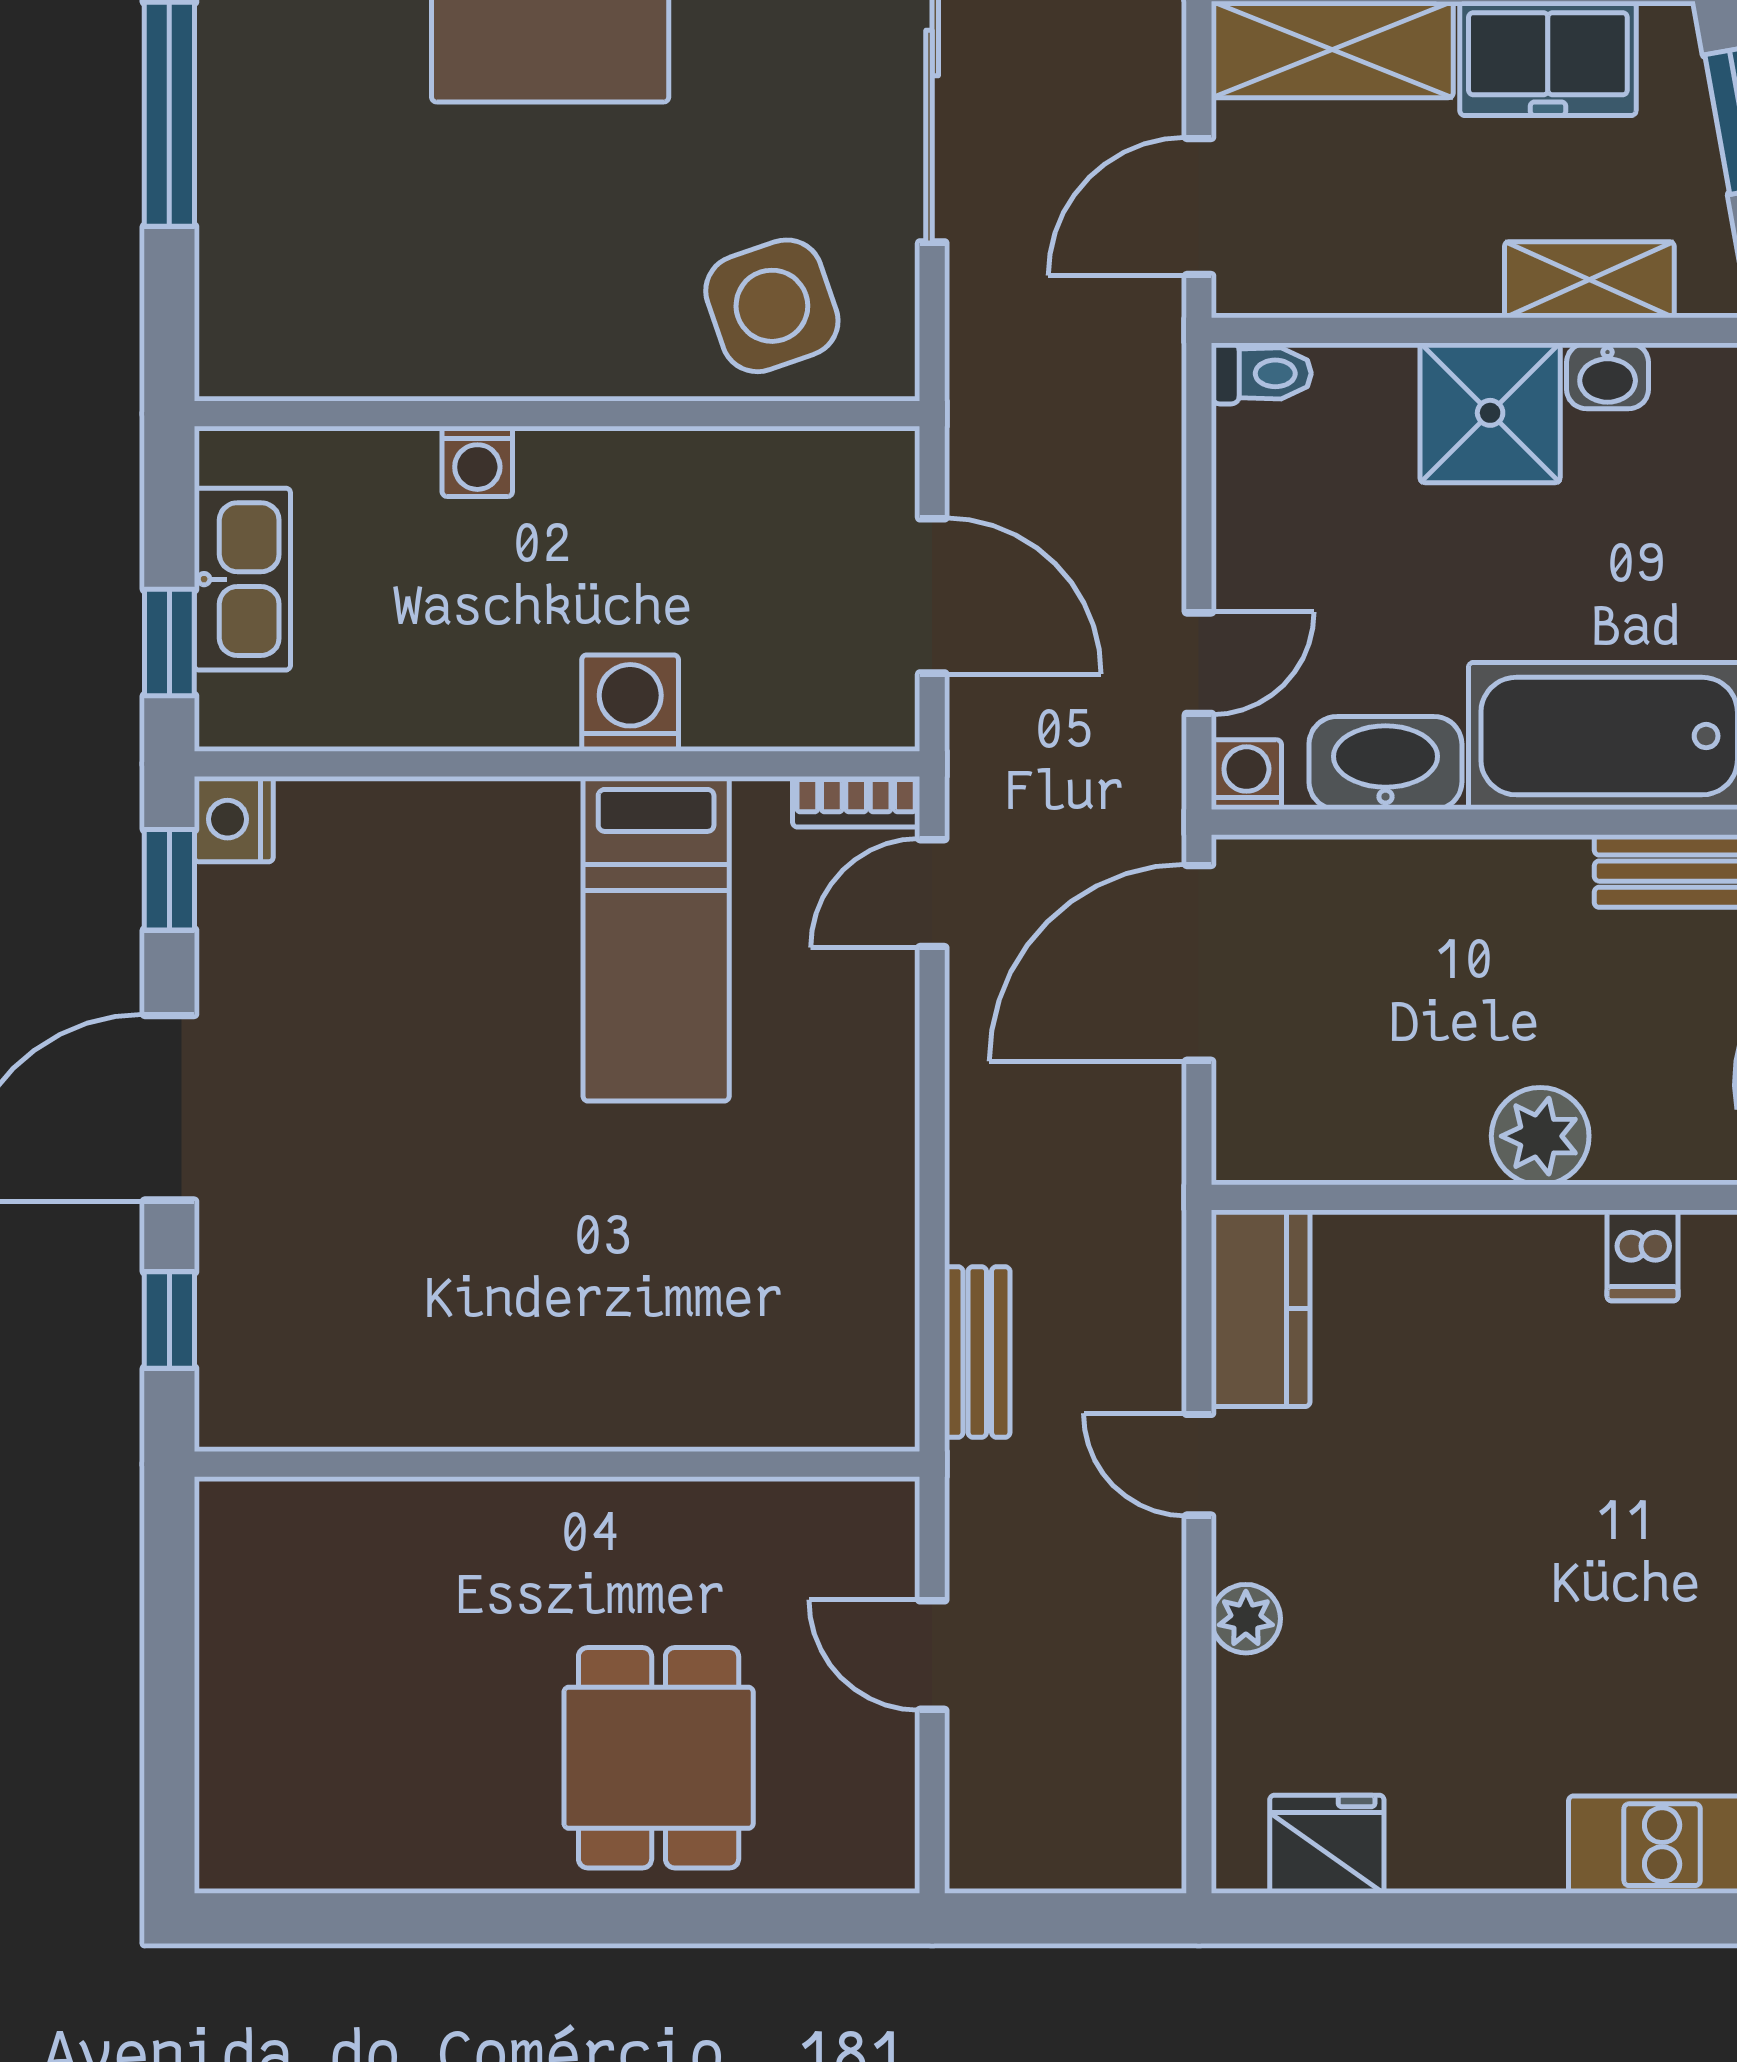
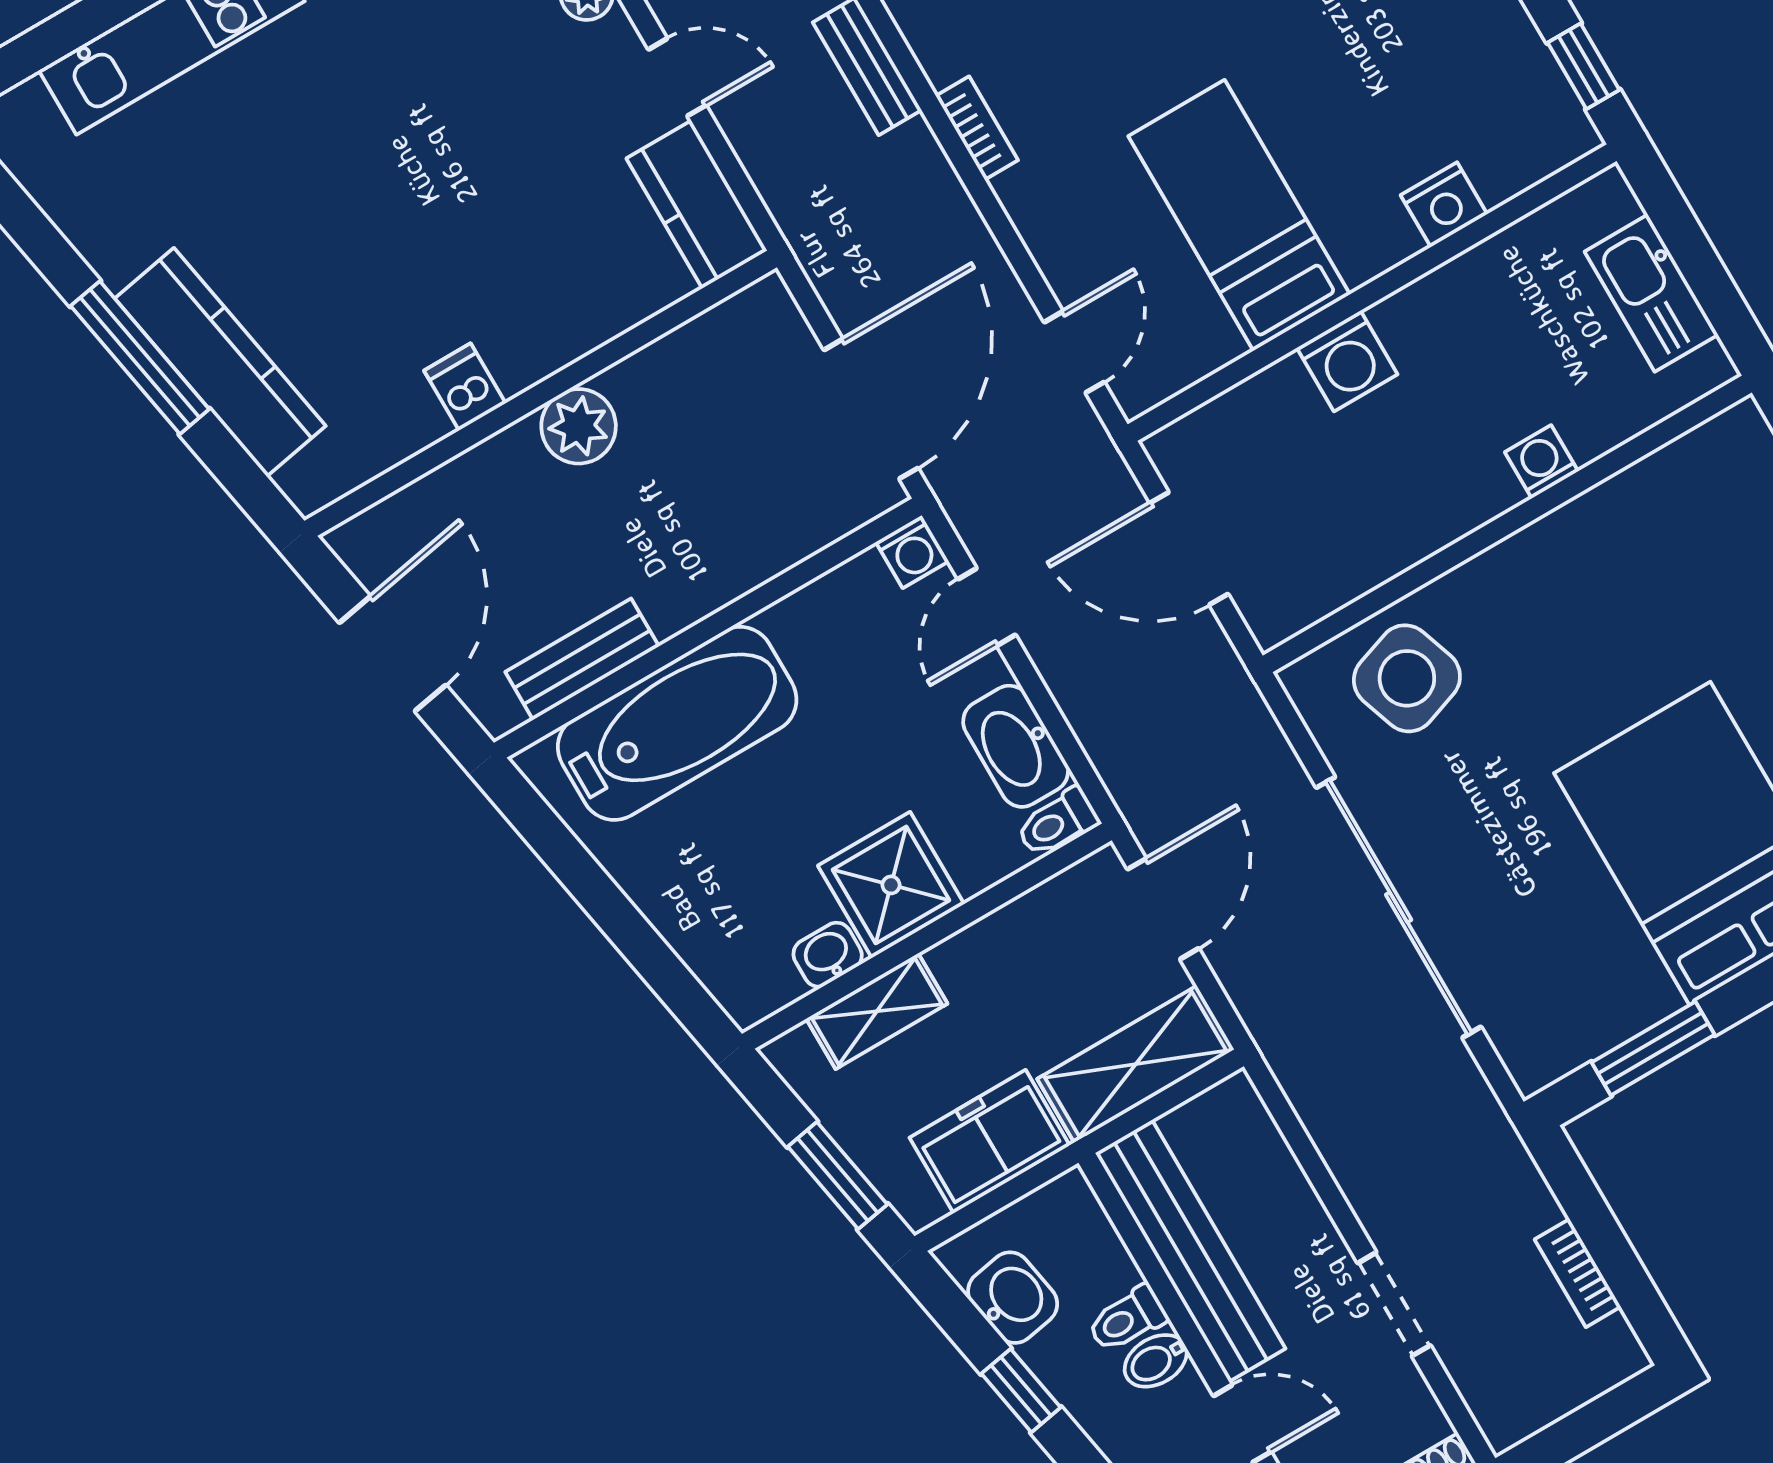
window: (169, 643) -> (1675, 223), removed
washbasin: (1385, 763) -> (1016, 746), moved, turned 90
bookcase: (856, 802) -> (977, 128), moved, turned 90
nightstand: (234, 819) -> (1444, 205), moved, turned 90

